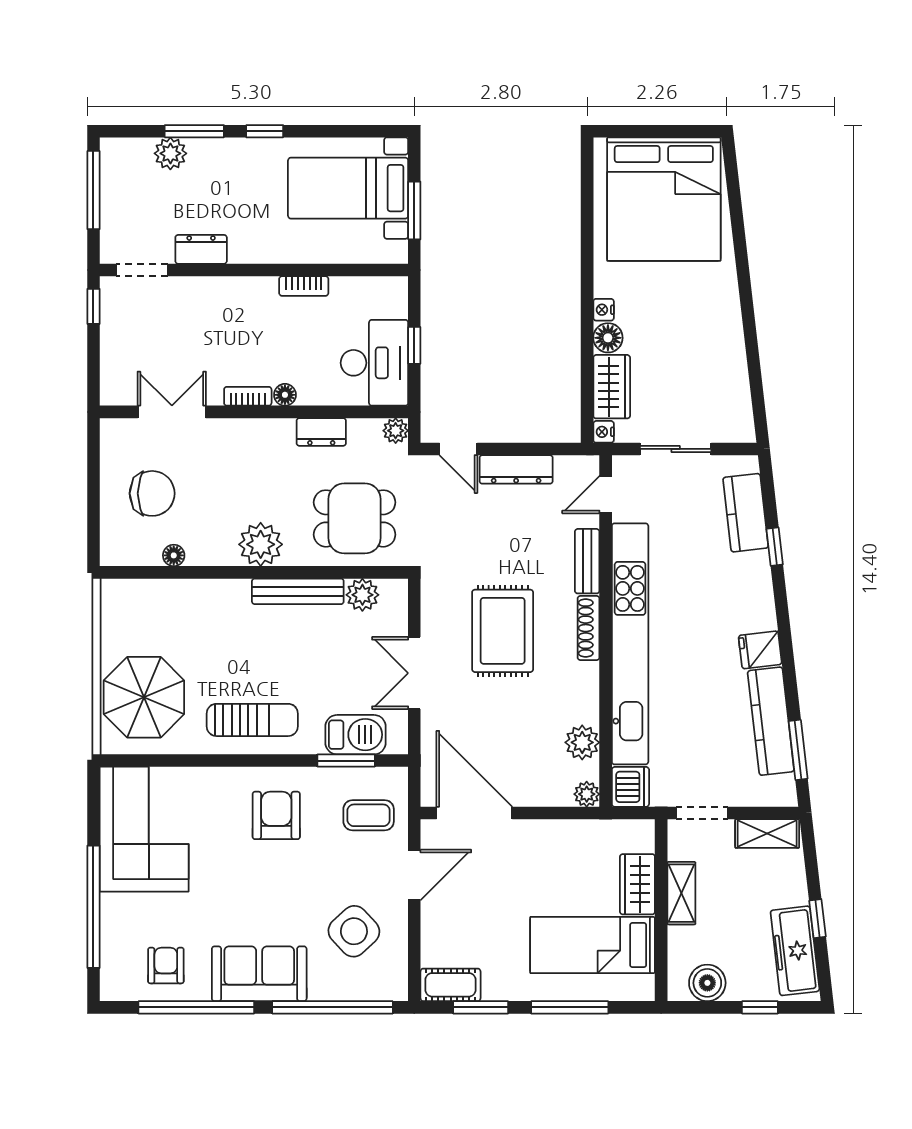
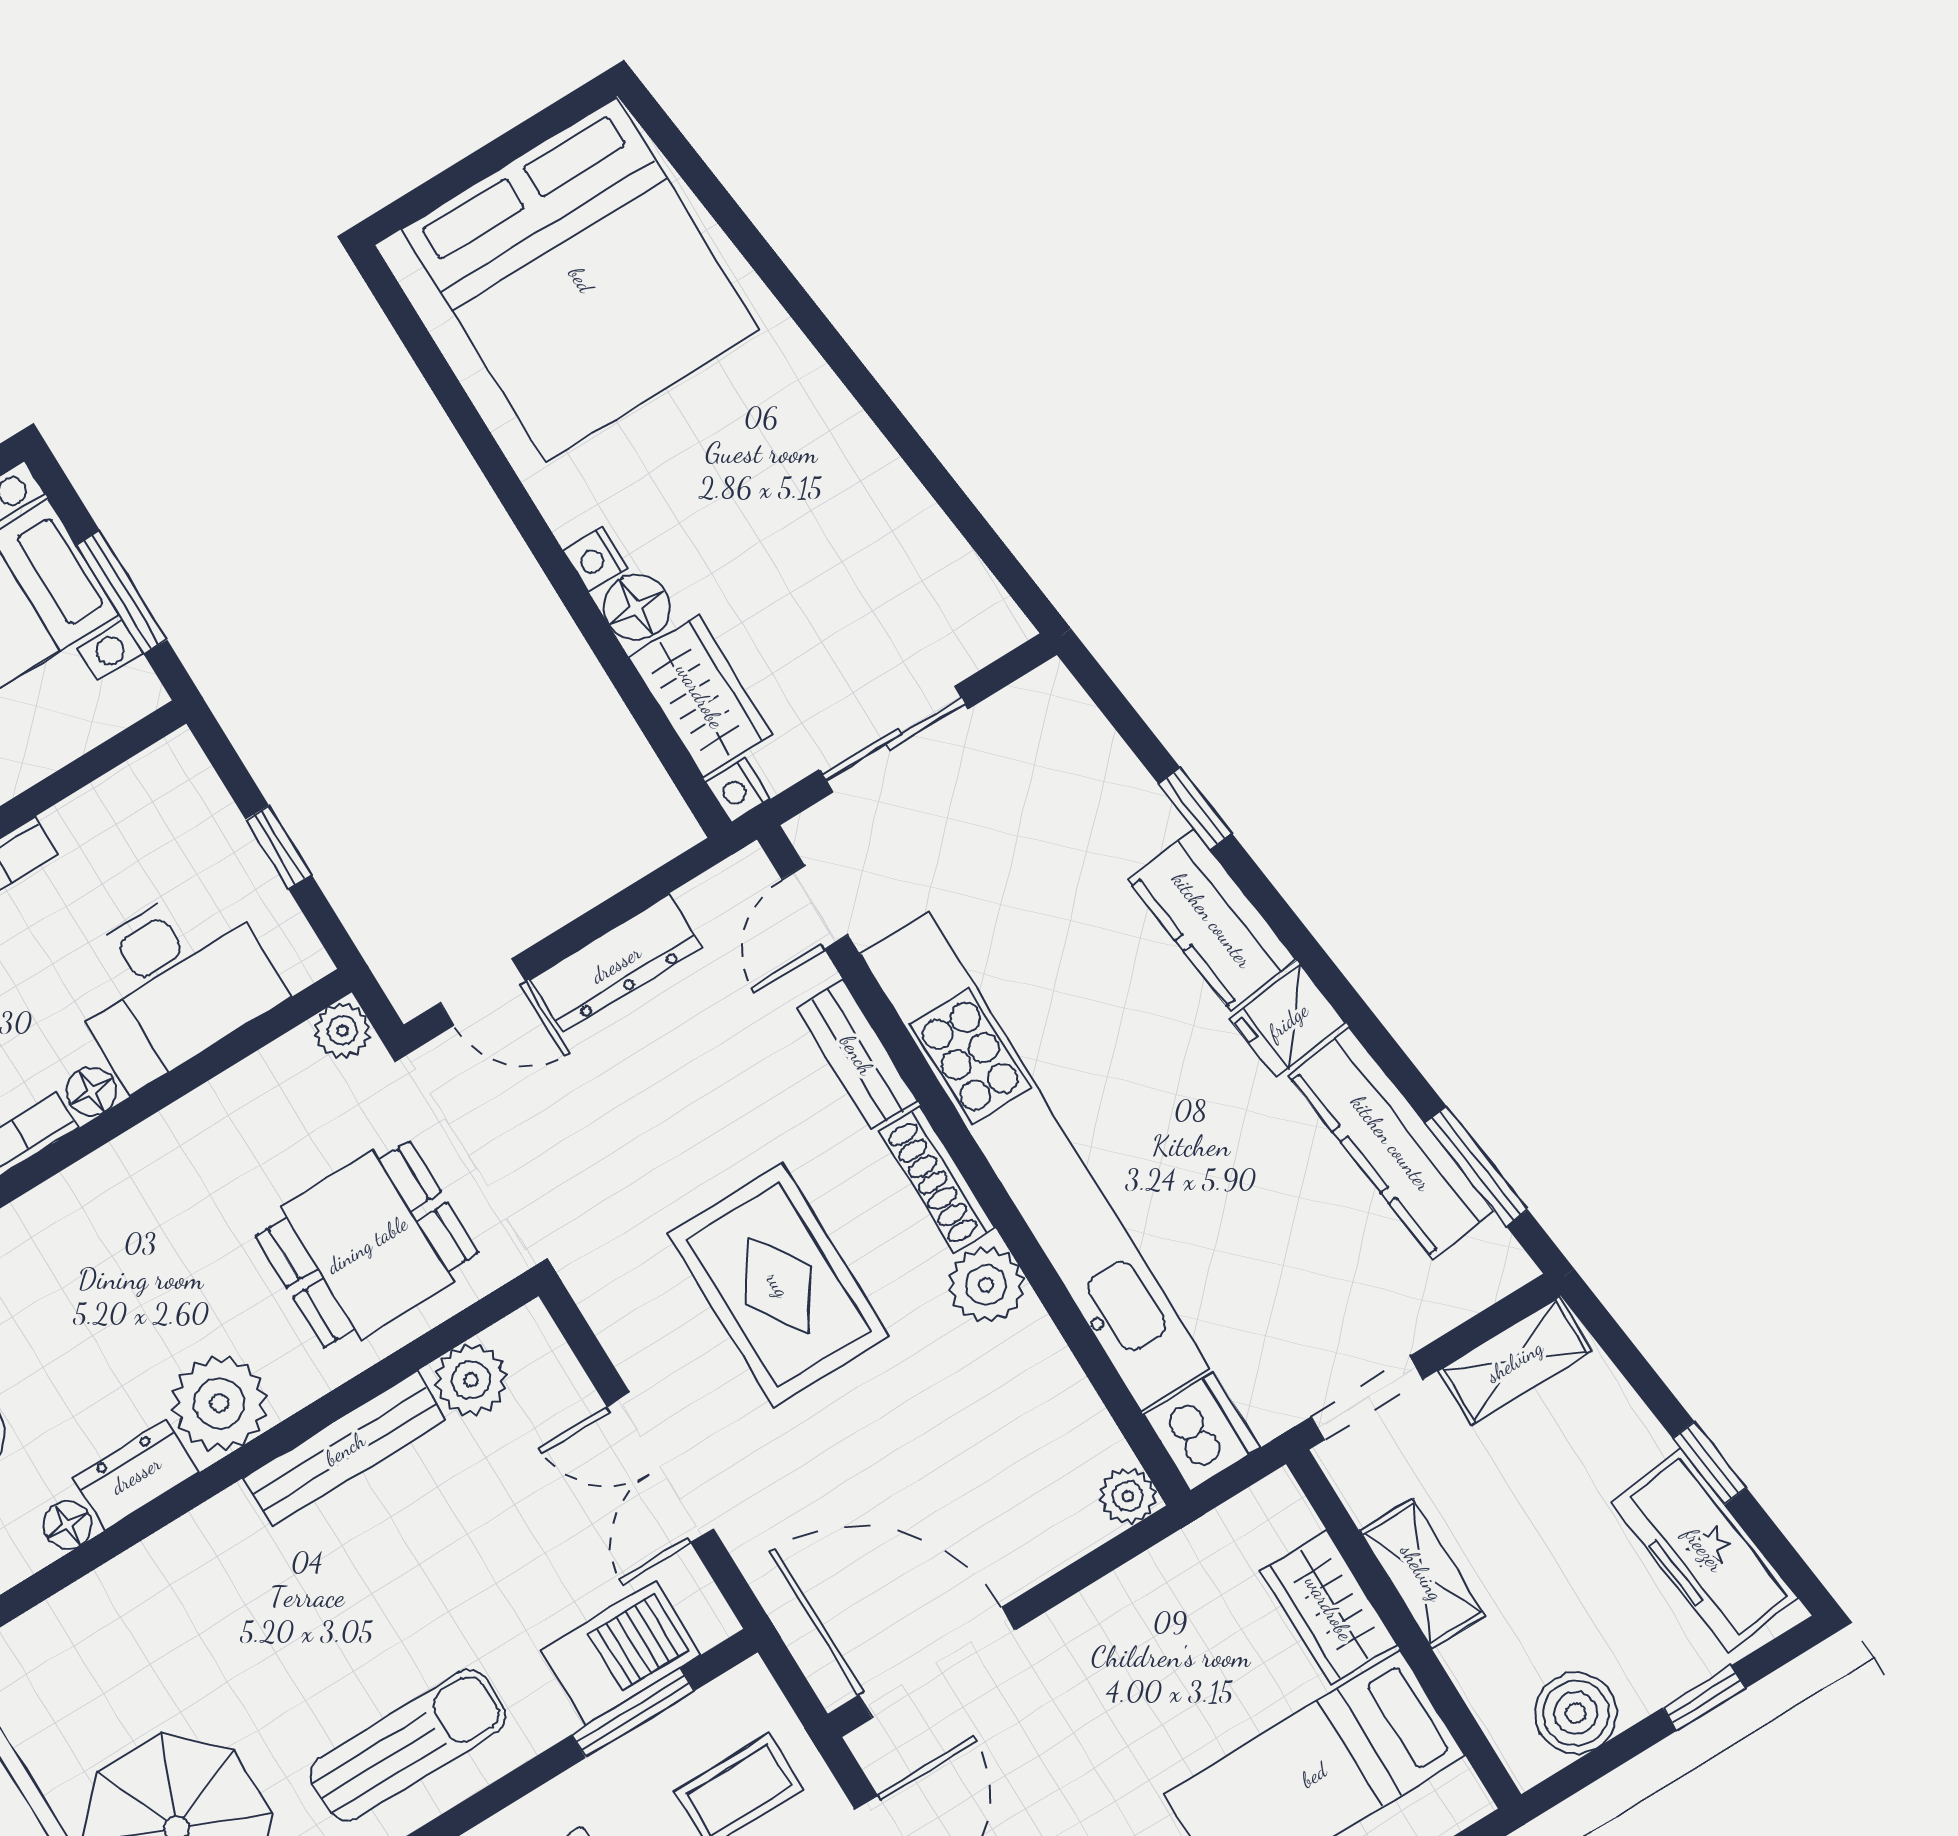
desk: (374, 363) -> (171, 983), moved, turned 90
dresser: (321, 432) -> (136, 1475), moved, turned 180
kitchen counter: (746, 513) -> (1212, 920), moved
plant: (582, 742) -> (986, 1285), moved

